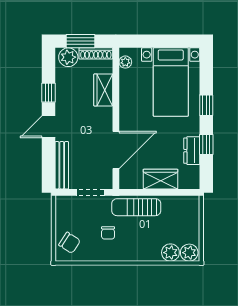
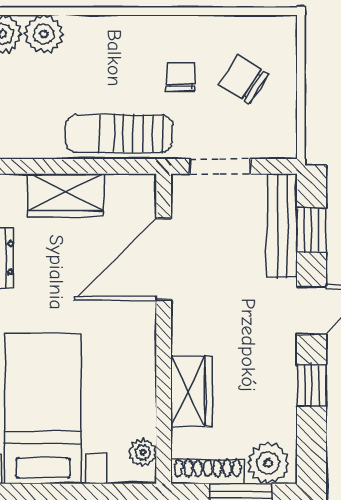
window: (49, 163) -> (311, 230), added
sun lounger: (136, 207) -> (119, 134), turned 180
chair: (69, 243) -> (244, 79), moved

